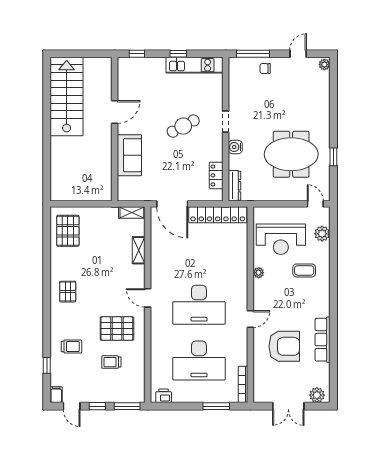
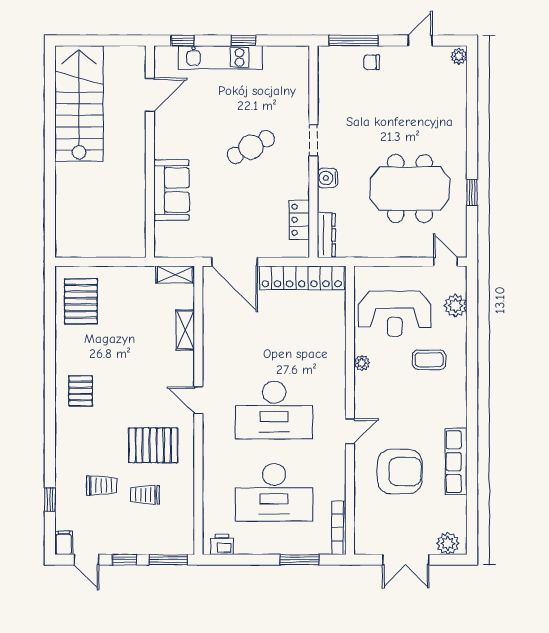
kitchen unit: (195, 65) -> (220, 57), moved
door: (115, 112) -> (150, 95), moved
trolley: (71, 347) -> (102, 485), moved

